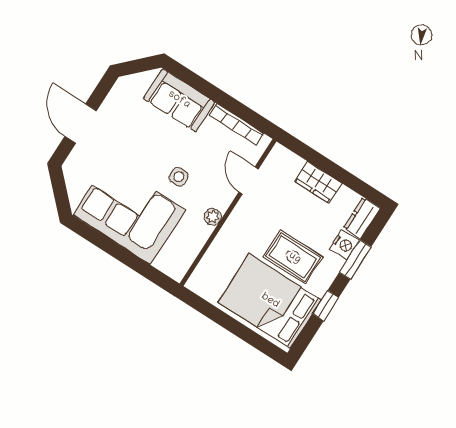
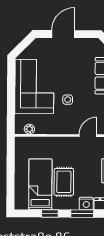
plant: (213, 217) -> (29, 129), moved
bed: (270, 301) -> (40, 184), width x0.67

